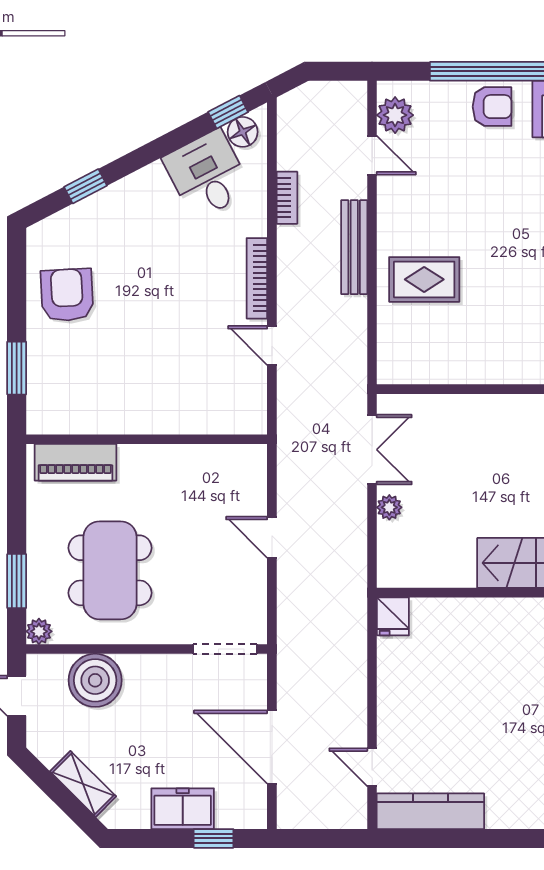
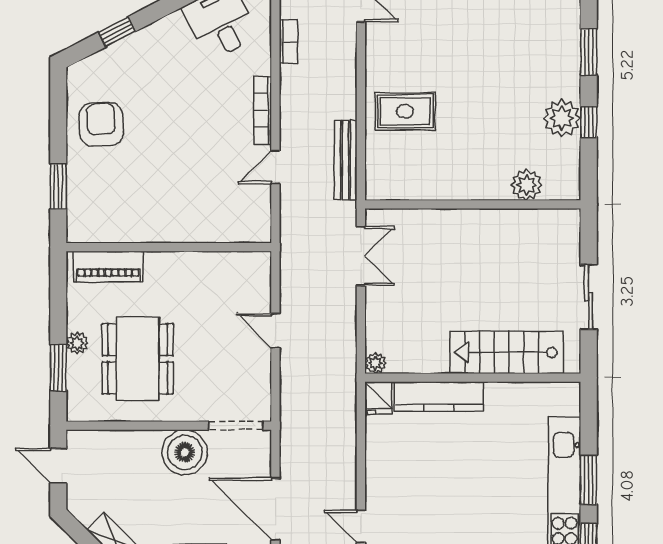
bench: (354, 247) -> (346, 160), moved
door: (272, 345) -> (275, 167), hinge flipped
plant: (389, 507) -> (375, 363), moved
kitchen counter: (464, 615) -> (439, 397), added
plant: (39, 631) -> (77, 343), moved
boiler: (95, 680) -> (185, 452), moved

